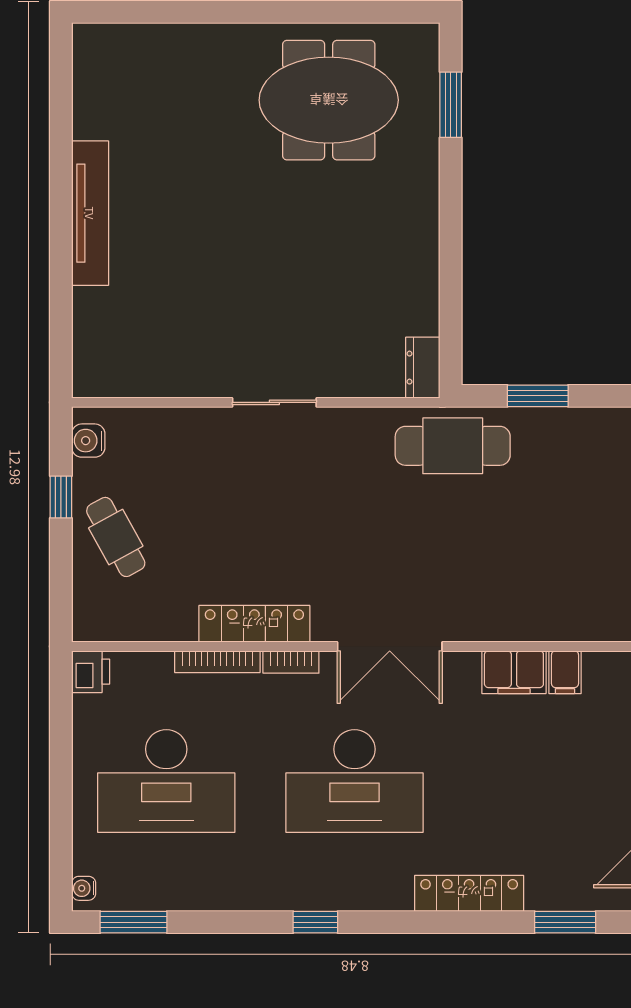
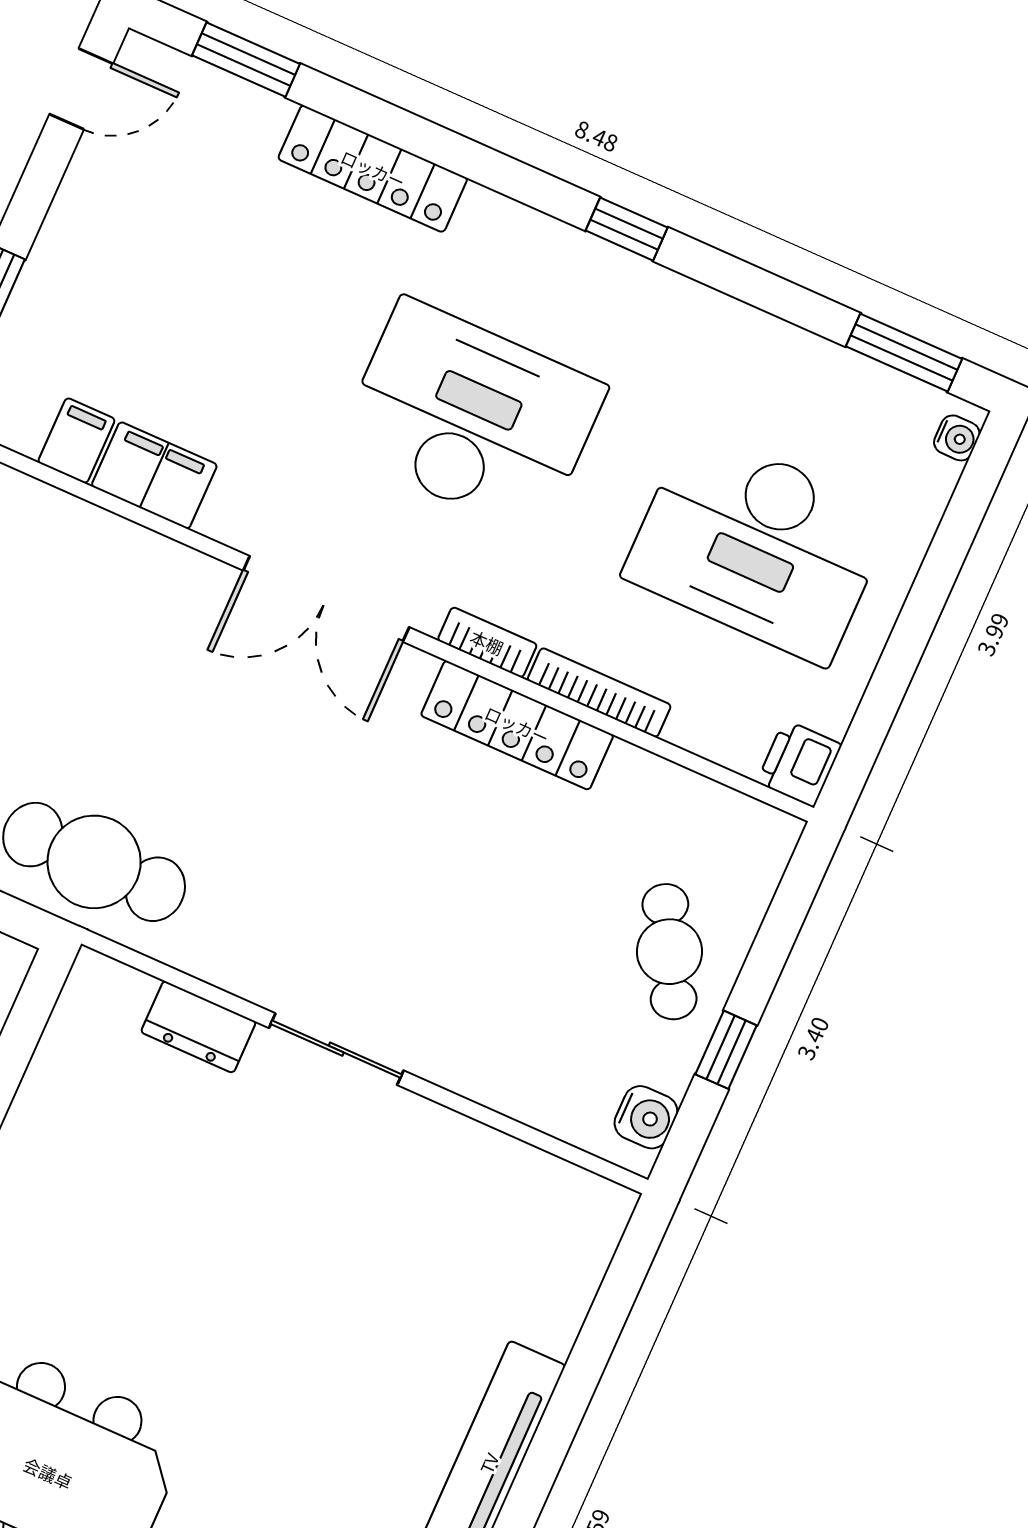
dresser: (423, 368) -> (198, 1027), moved, turned 90
double door: (390, 646) -> (326, 599), swing flipped
desk: (166, 781) -> (758, 545), turned 180

